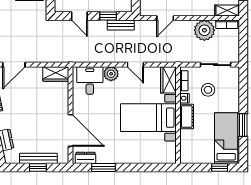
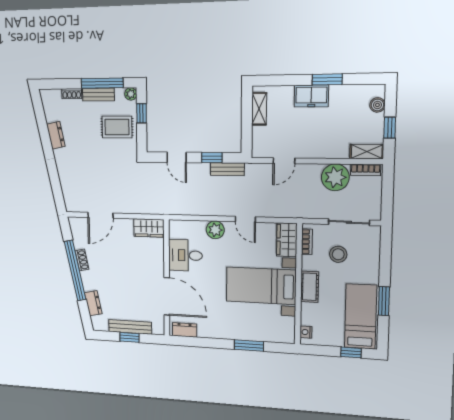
desk: (90, 80) -> (185, 255), moved, turned -90
nightstand: (184, 98) -> (306, 332), moved
window: (104, 168) -> (249, 345), moved

